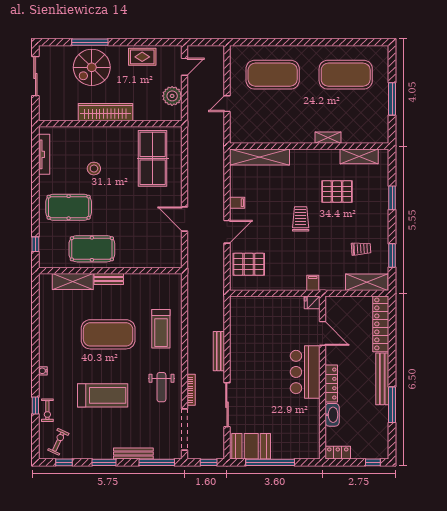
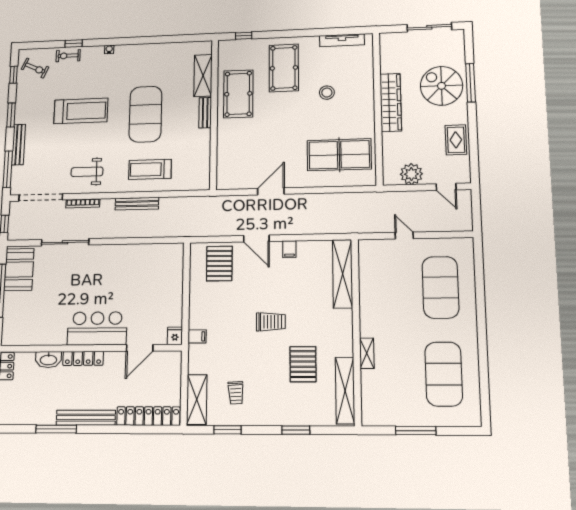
shelving: (359, 156) -> (345, 390), width x1.47
bench: (219, 351) -> (137, 204), moved
treadmill: (103, 395) -> (81, 111), turned -90

